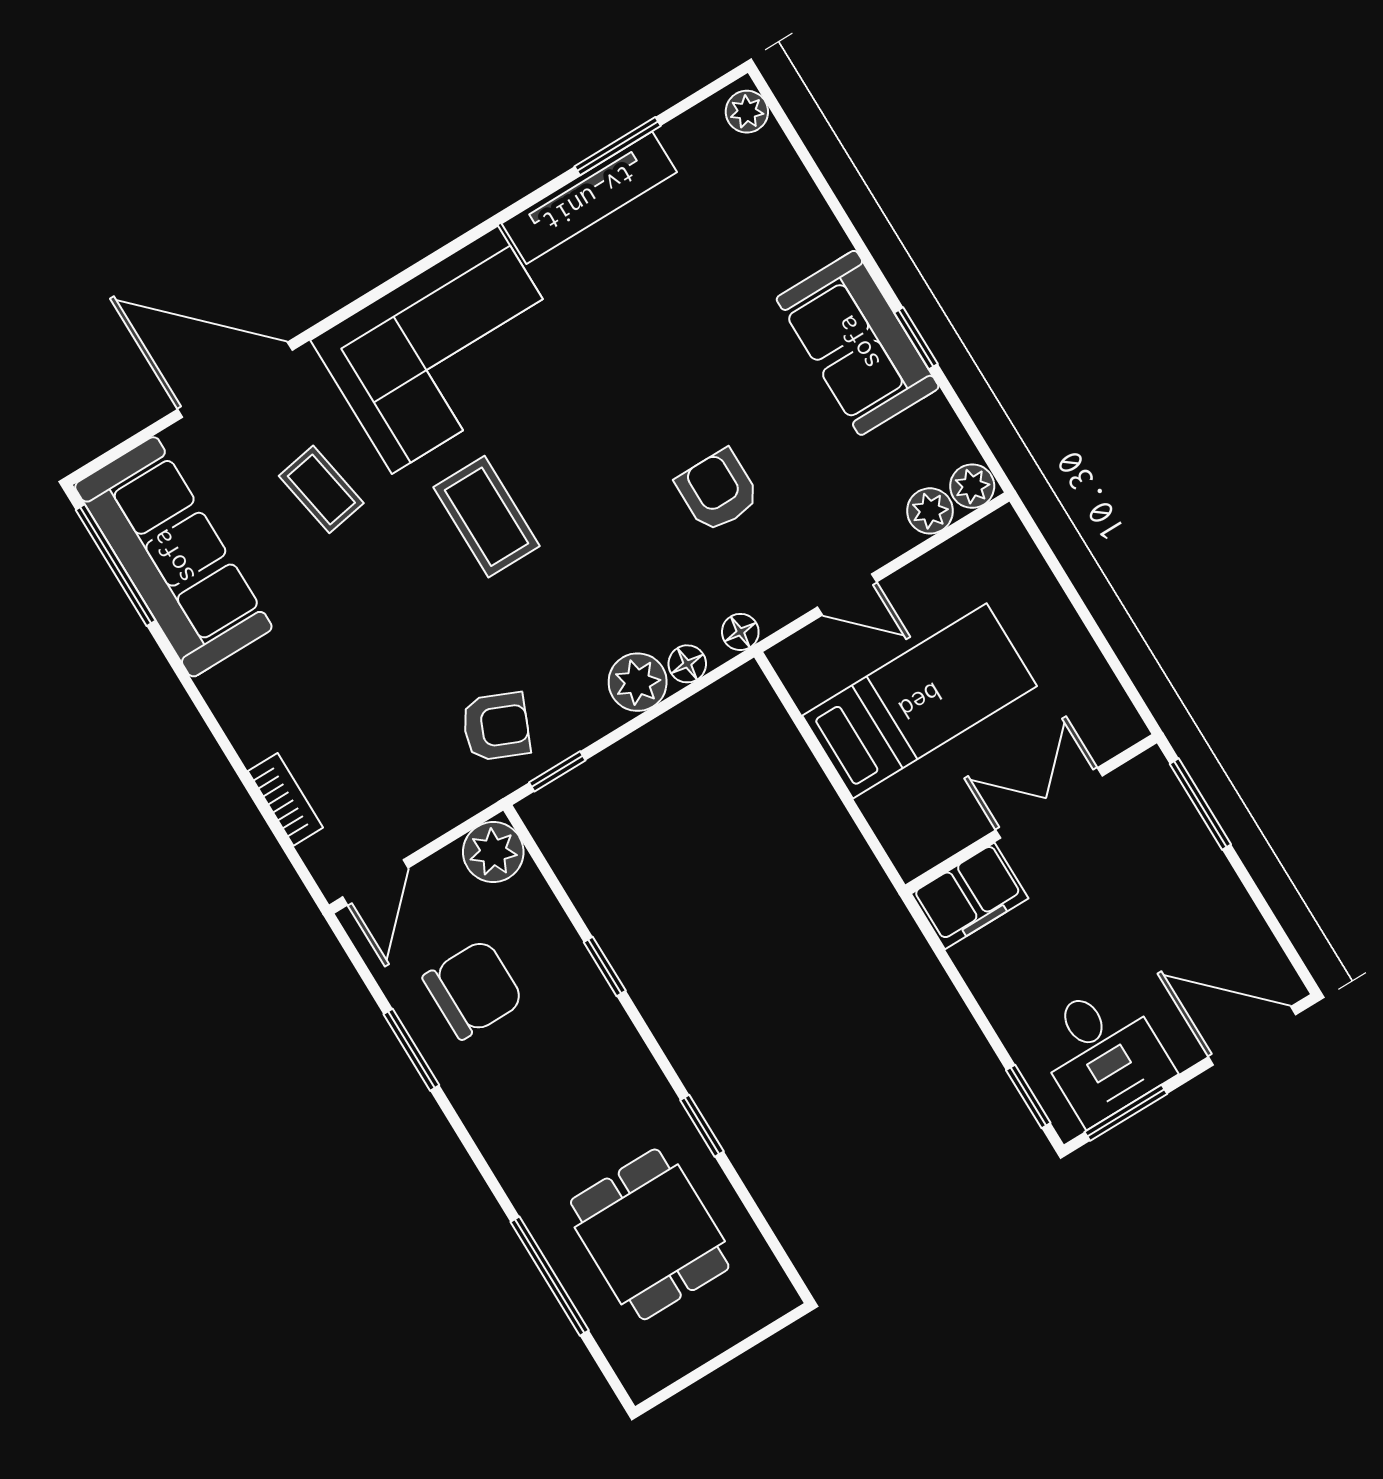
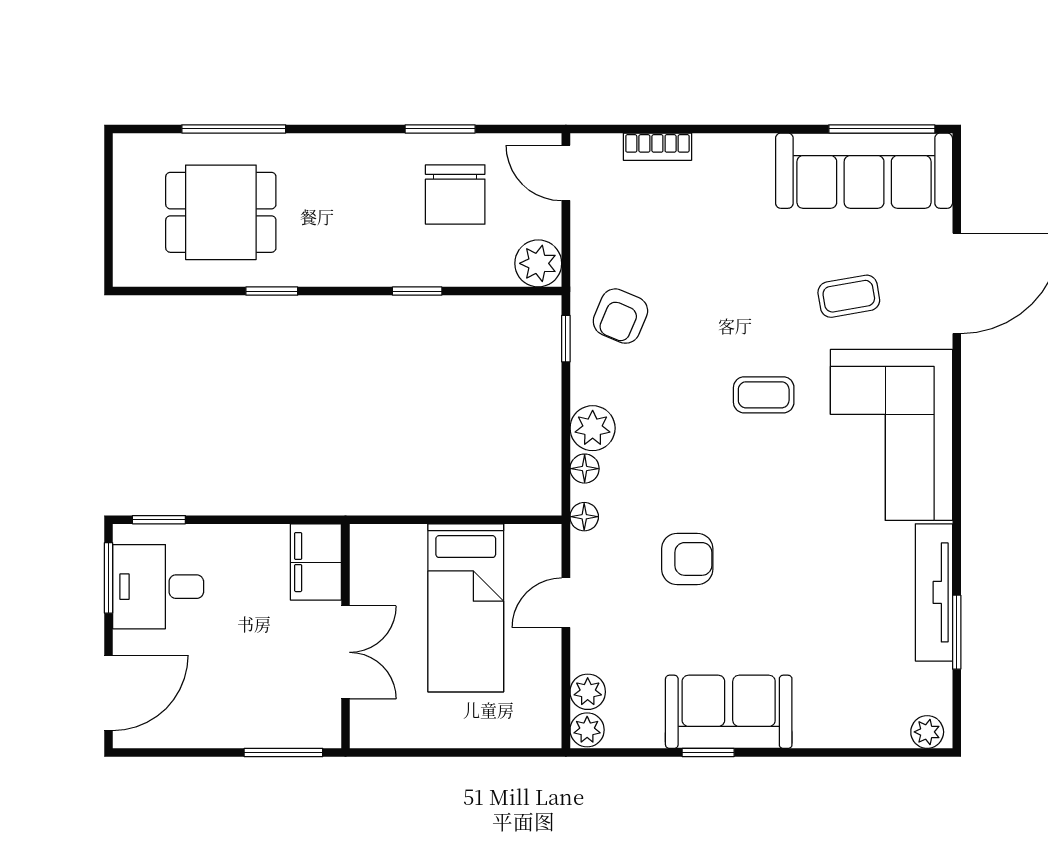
coffee table: (486, 517) -> (764, 395), width x0.73, depth x0.77

